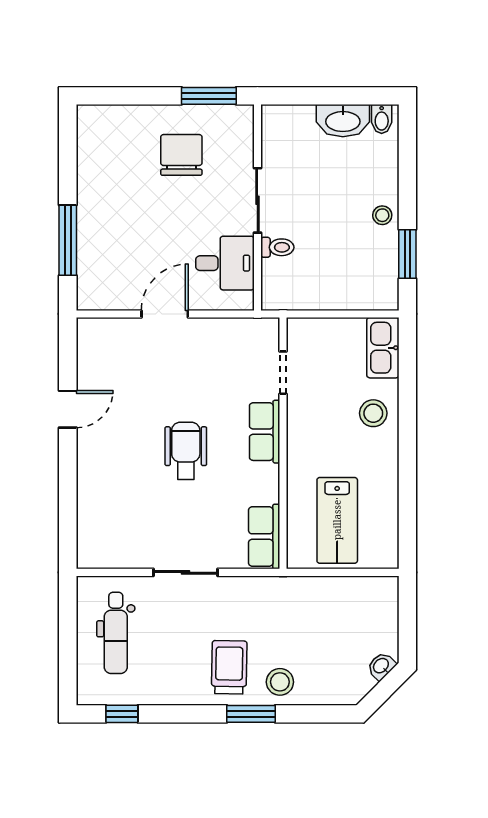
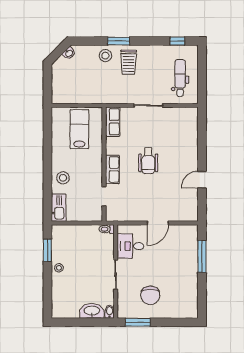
bidet: (382, 119) -> (110, 312), moved
washbasin: (343, 121) -> (92, 311), moved
toilet: (277, 247) -> (107, 229), moved
washbasin: (381, 666) -> (69, 53), moved

